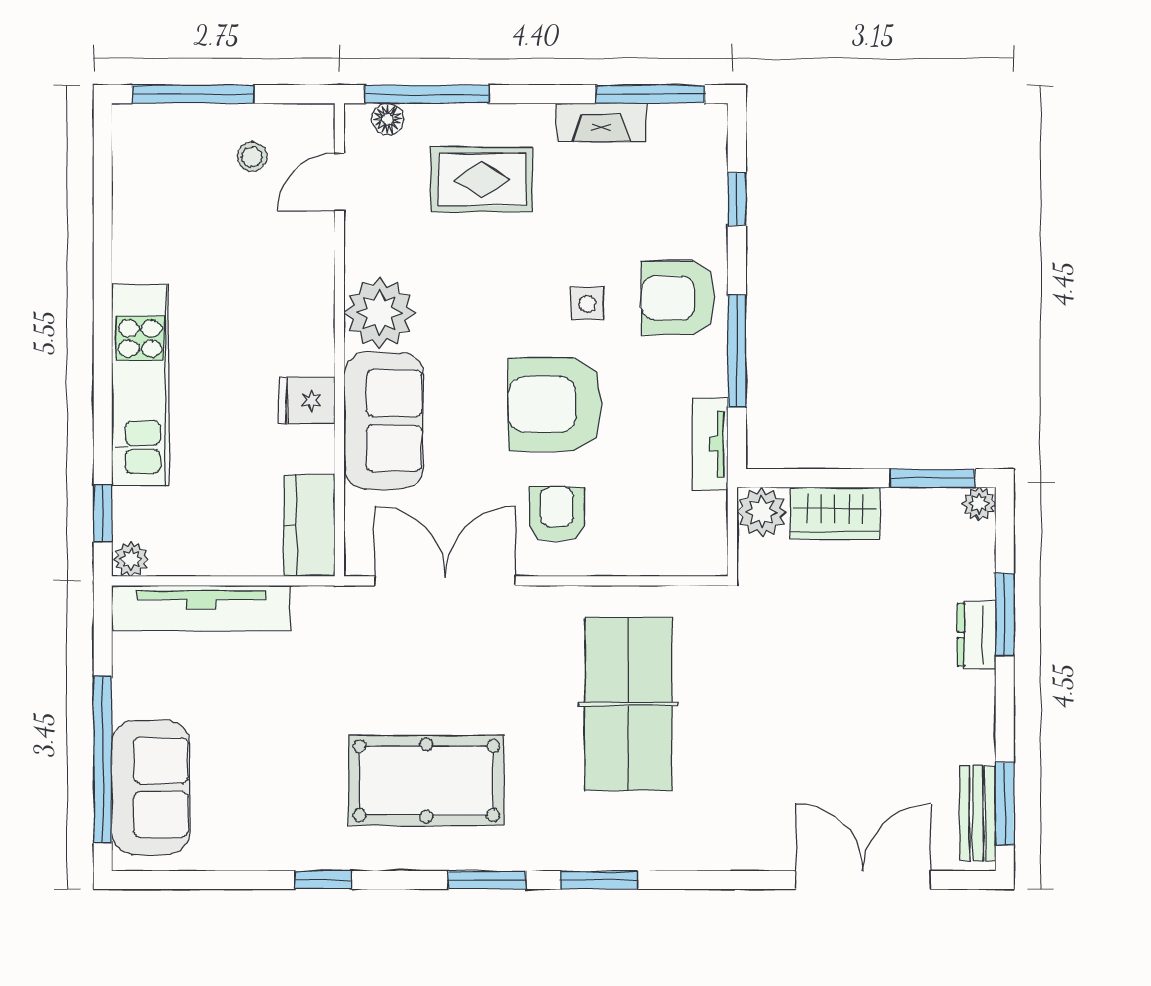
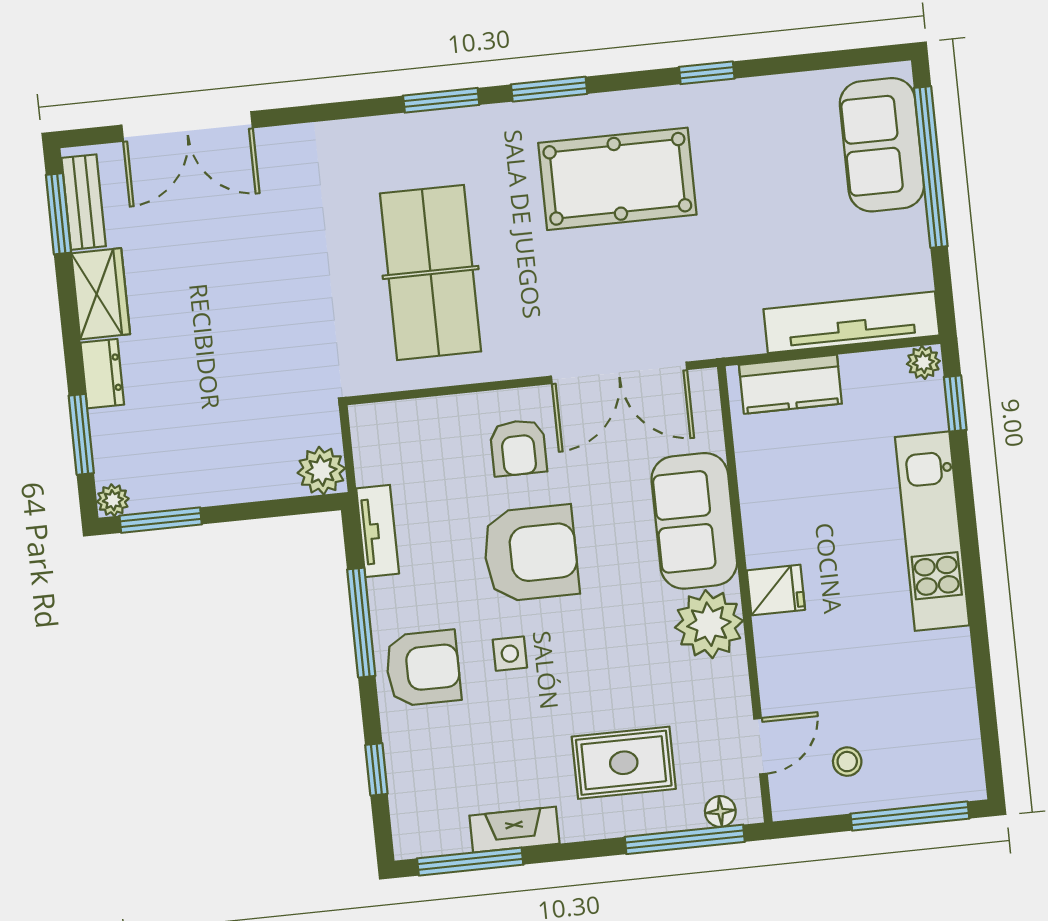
fridge: (307, 401) -> (776, 590), moved
wardrobe: (835, 513) -> (101, 294), moved, turned 90
kitchen counter: (309, 525) -> (790, 384), moved, turned 90
window: (1005, 614) -> (81, 434), moved

